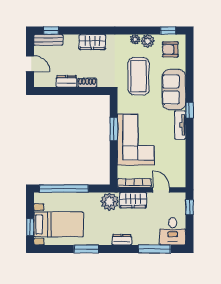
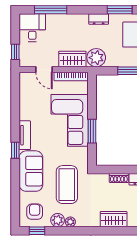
armchair: (170, 49) -> (35, 212), turned -90
dresser: (122, 240) -> (99, 19), moved

